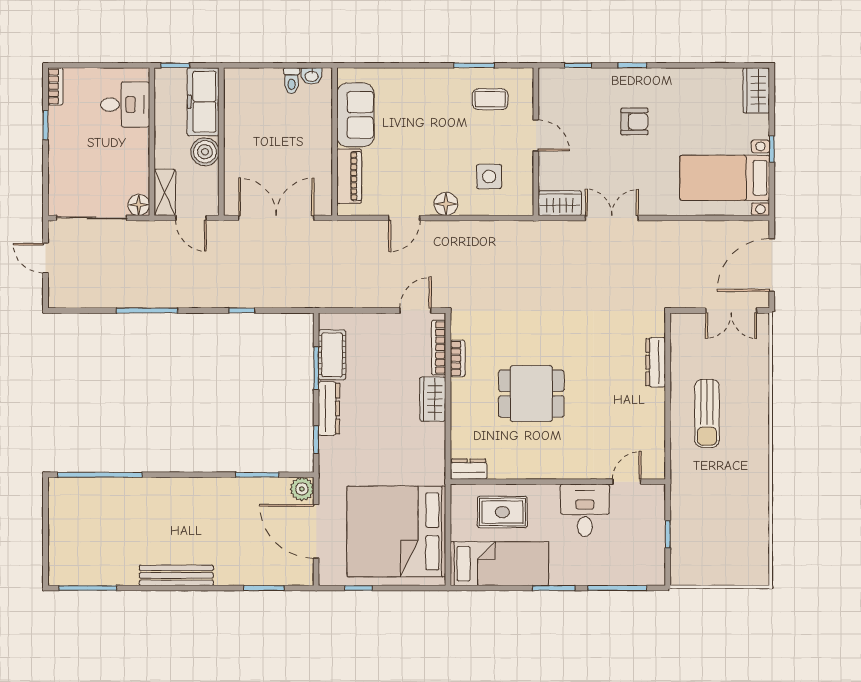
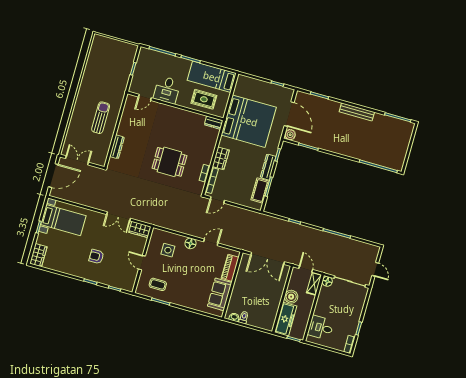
dining table: (531, 394) -> (169, 162), moved
bed: (396, 531) -> (249, 121), moved

